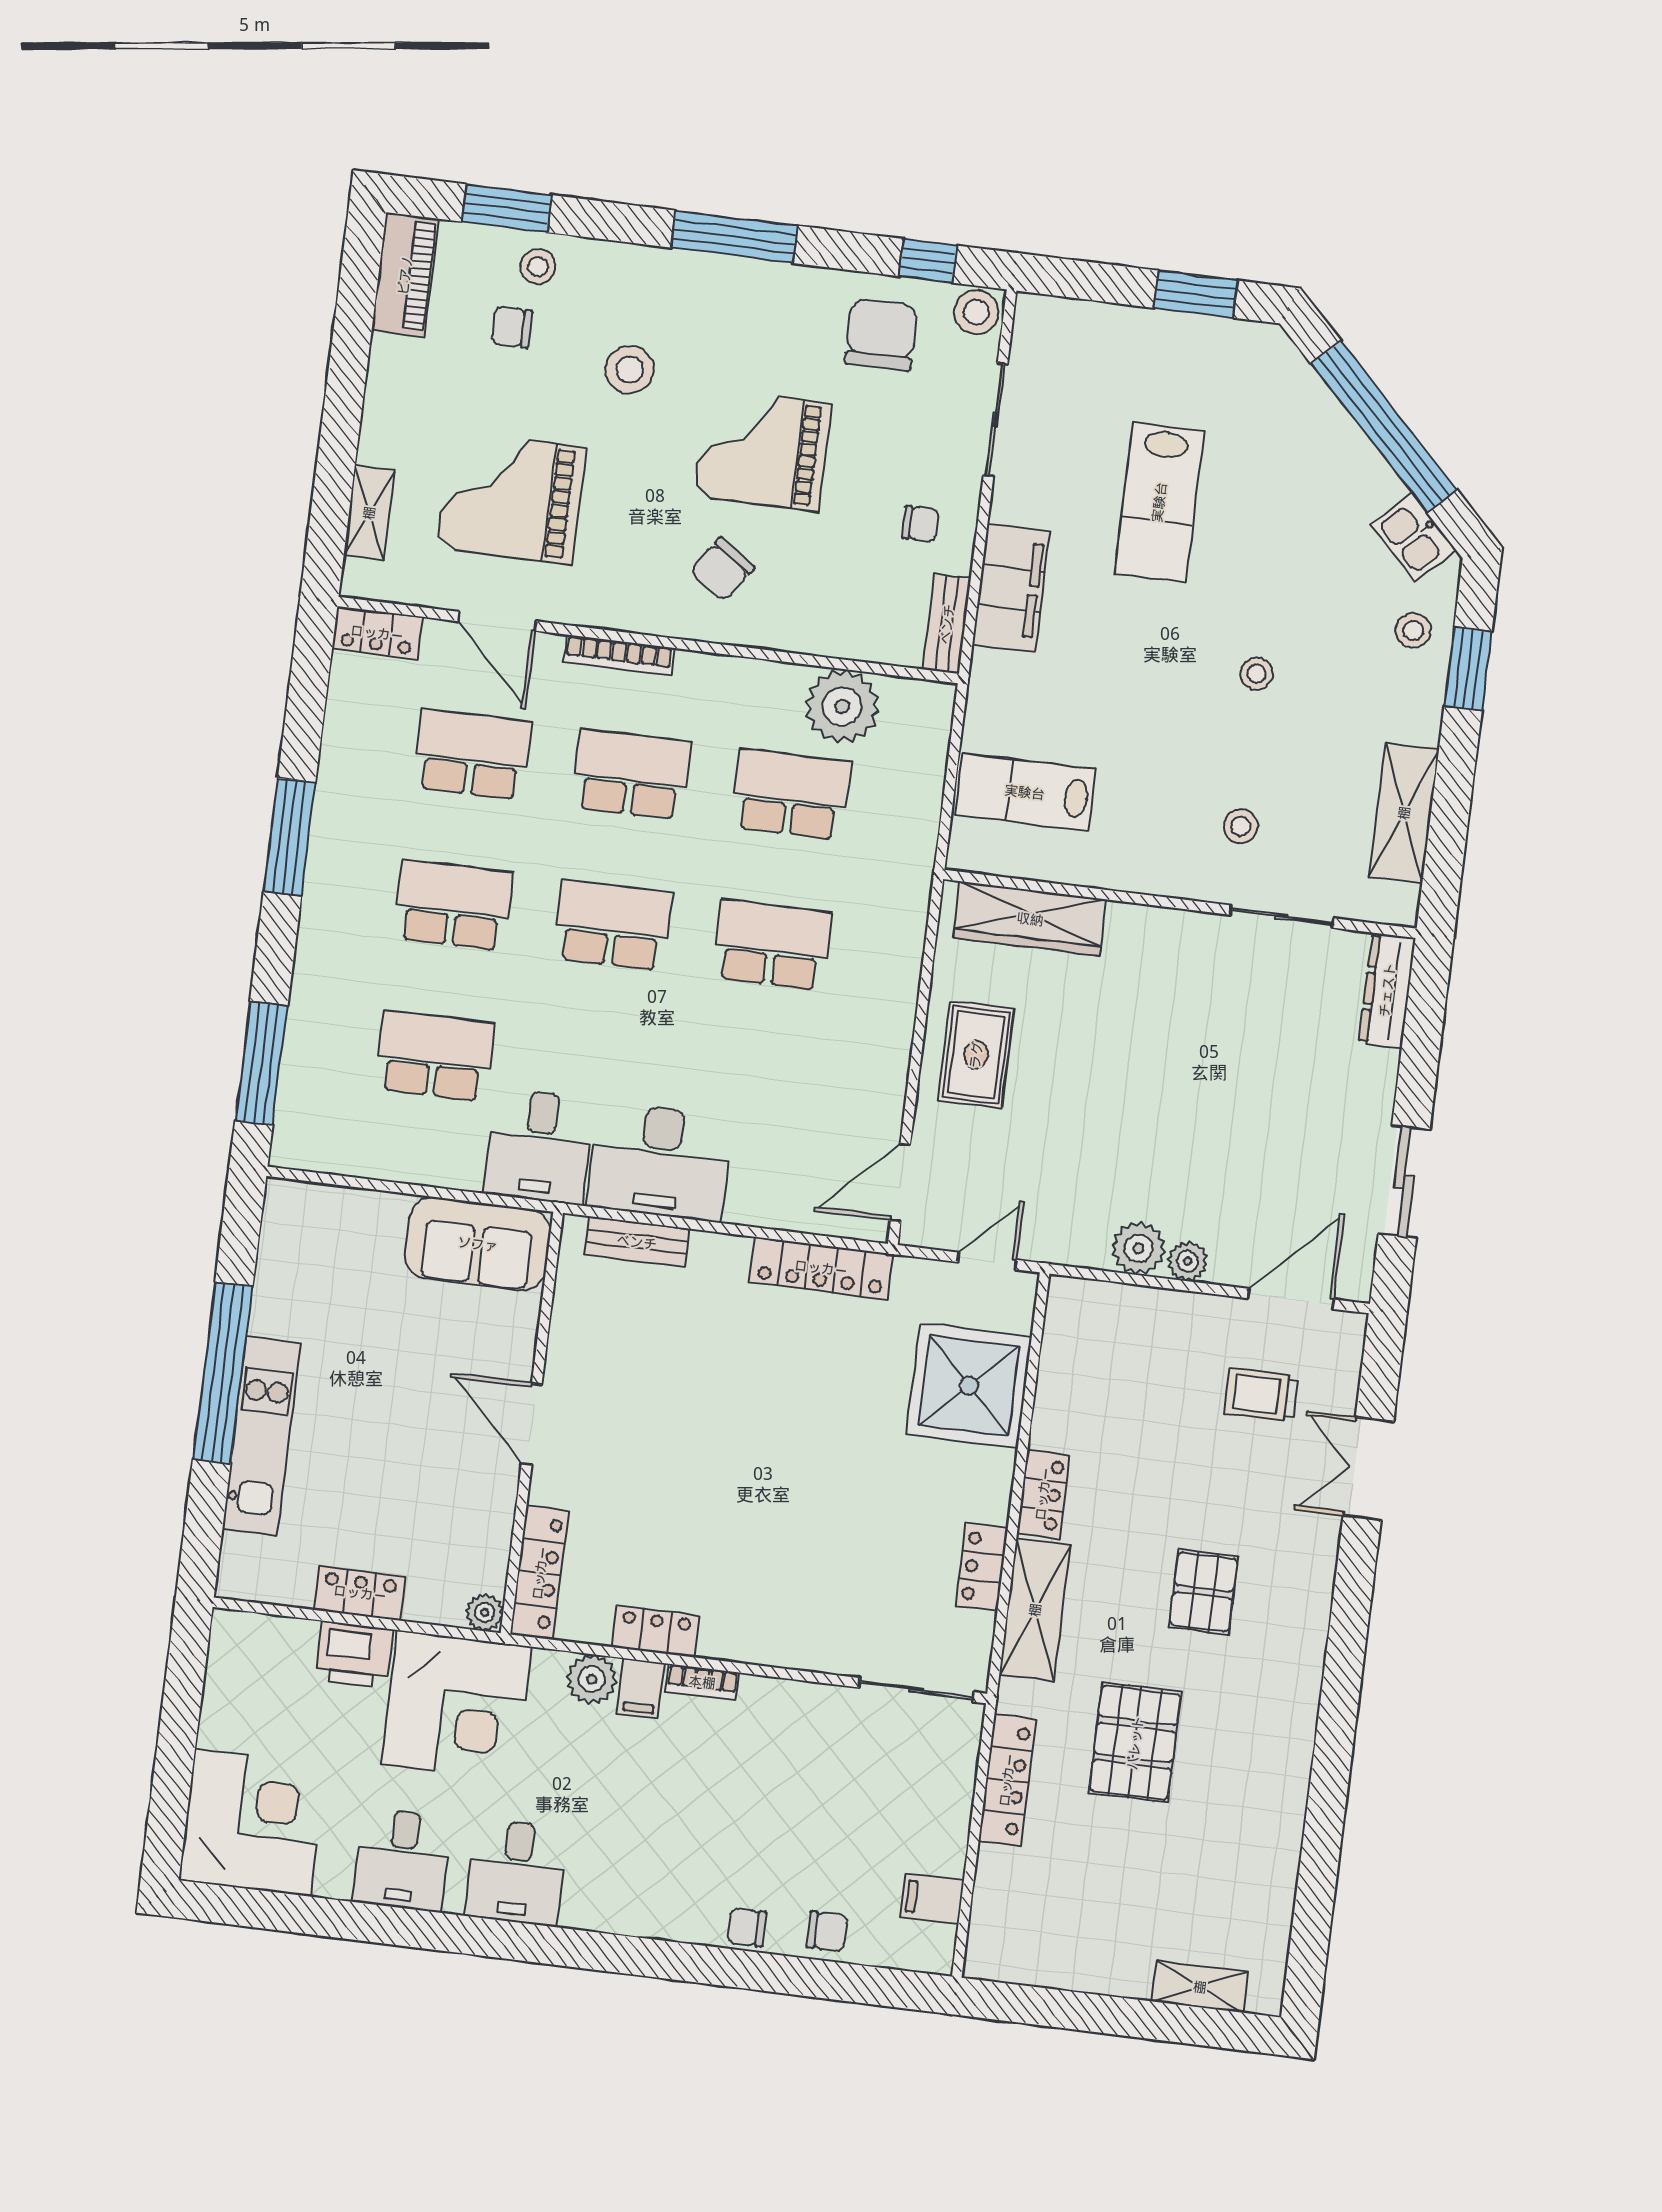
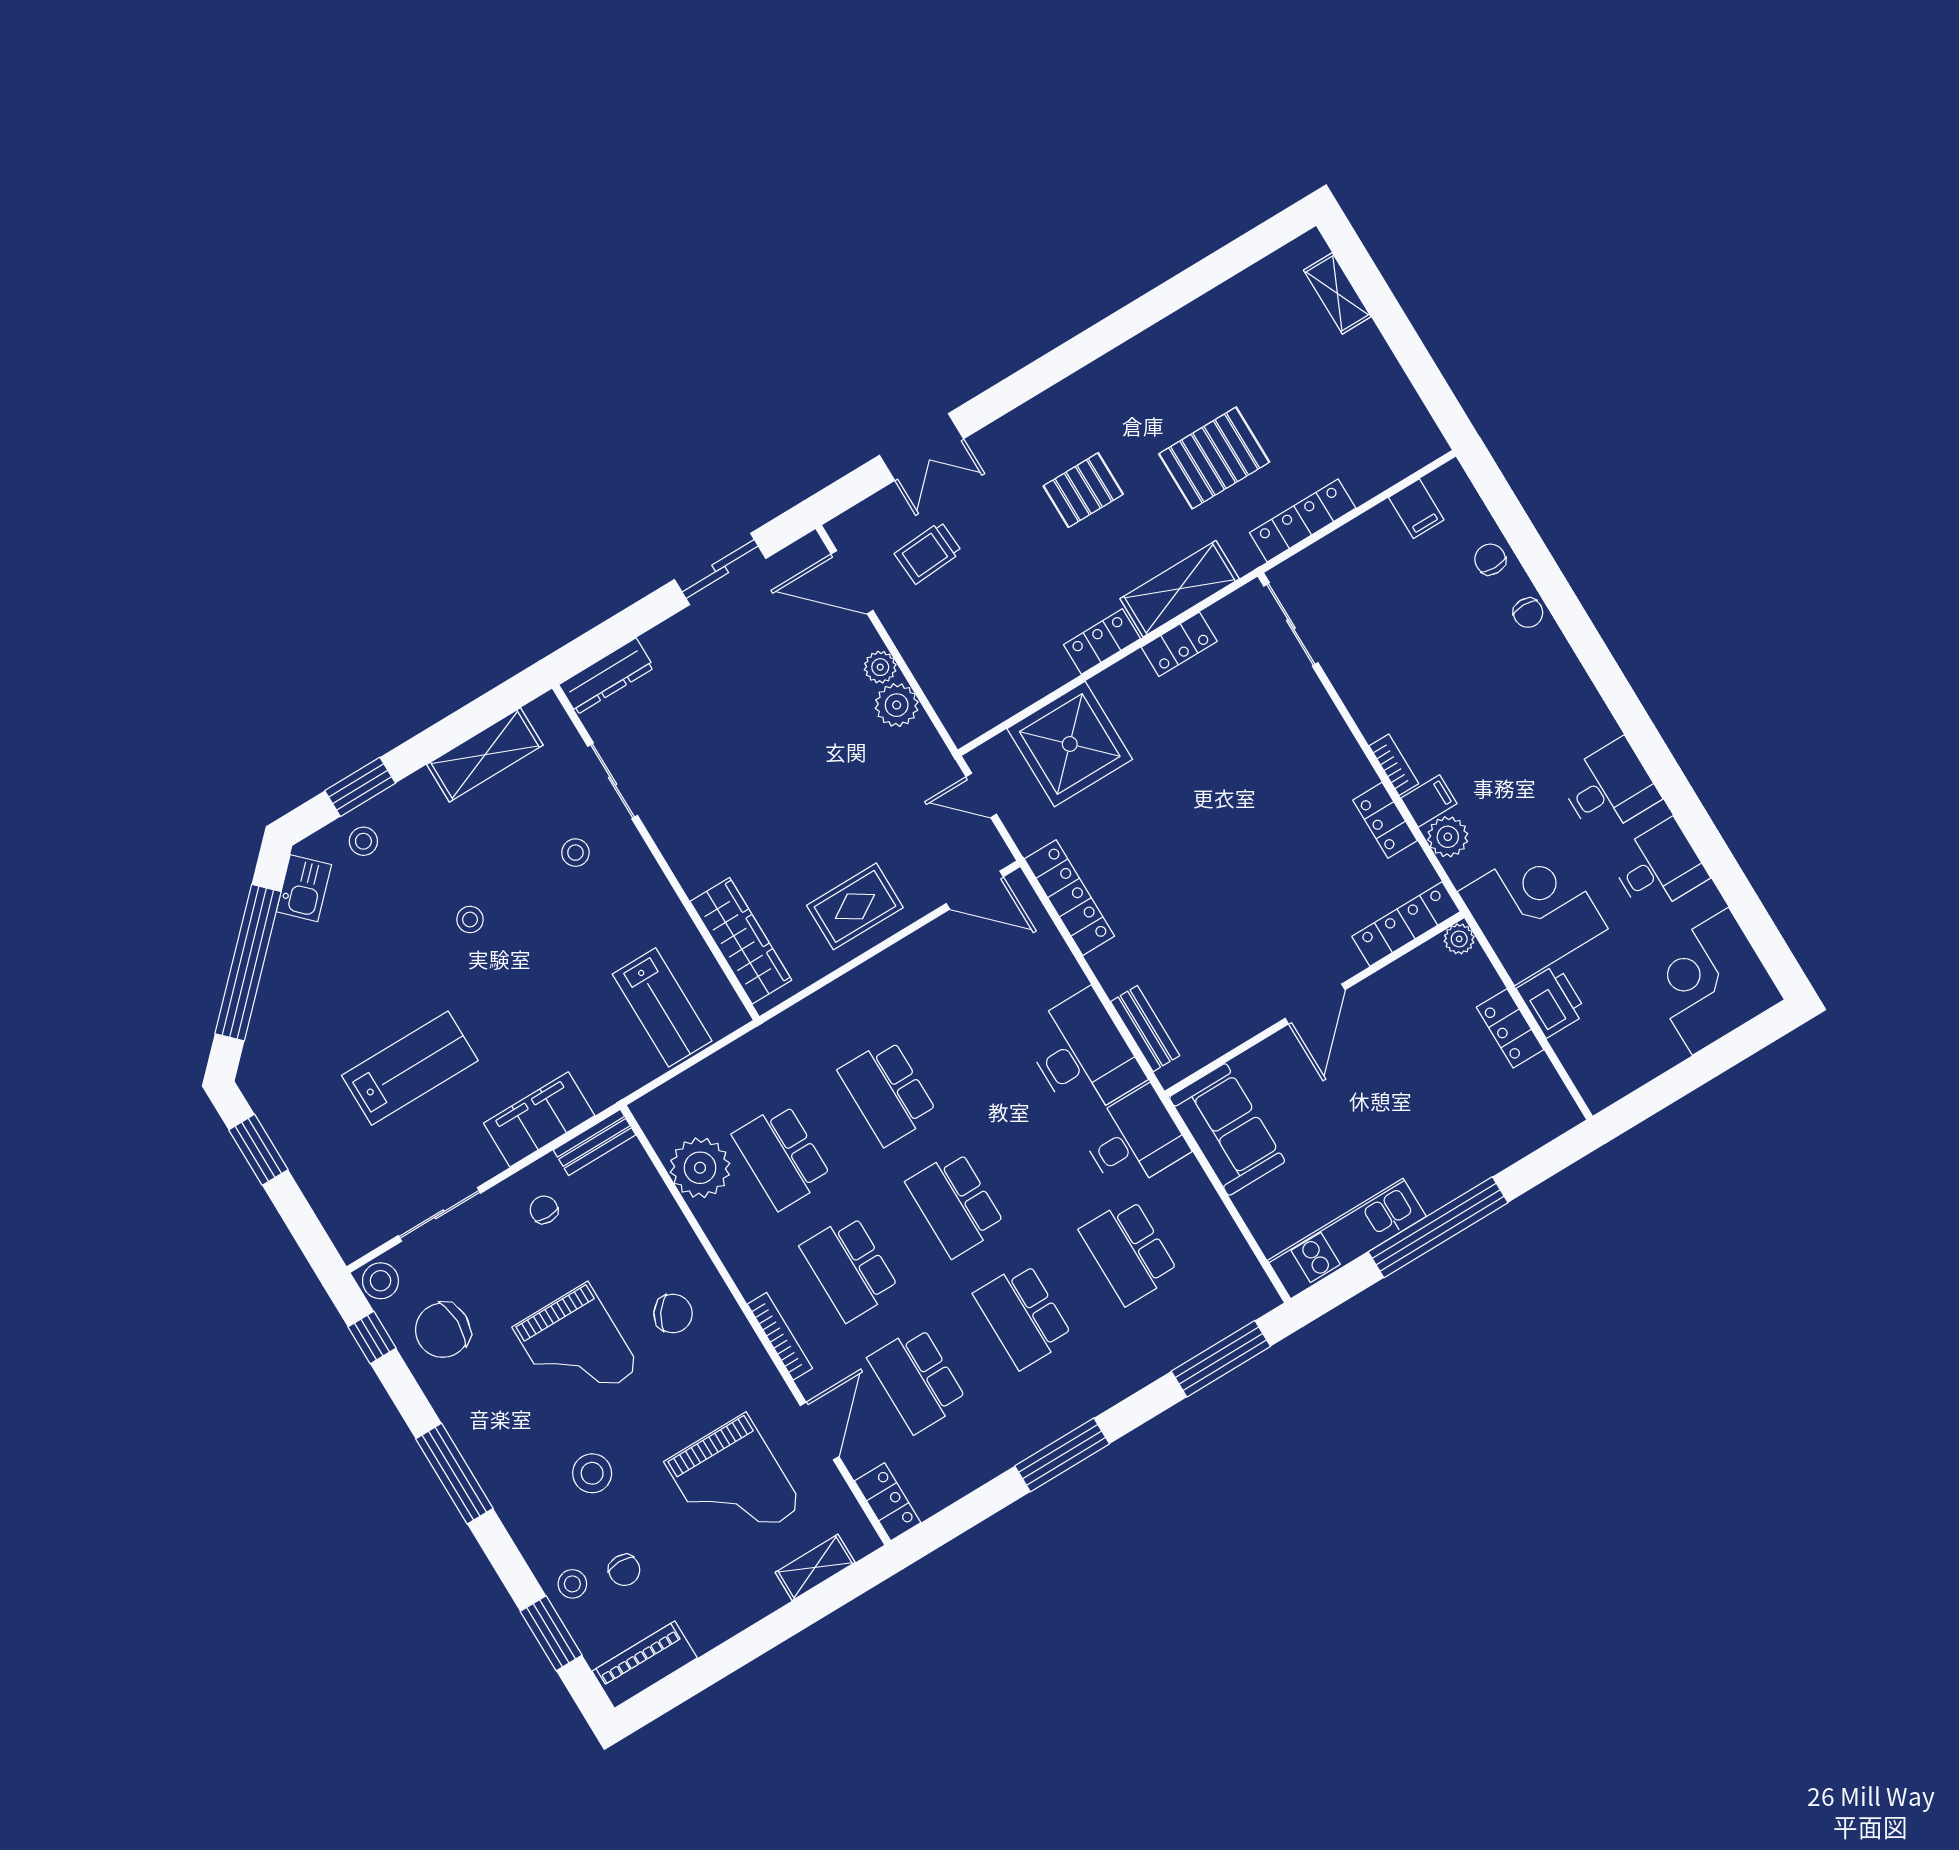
trolley: (1261, 1395) -> (928, 553), turned 86
kitchen unit: (261, 1436) -> (1347, 1238), moved

